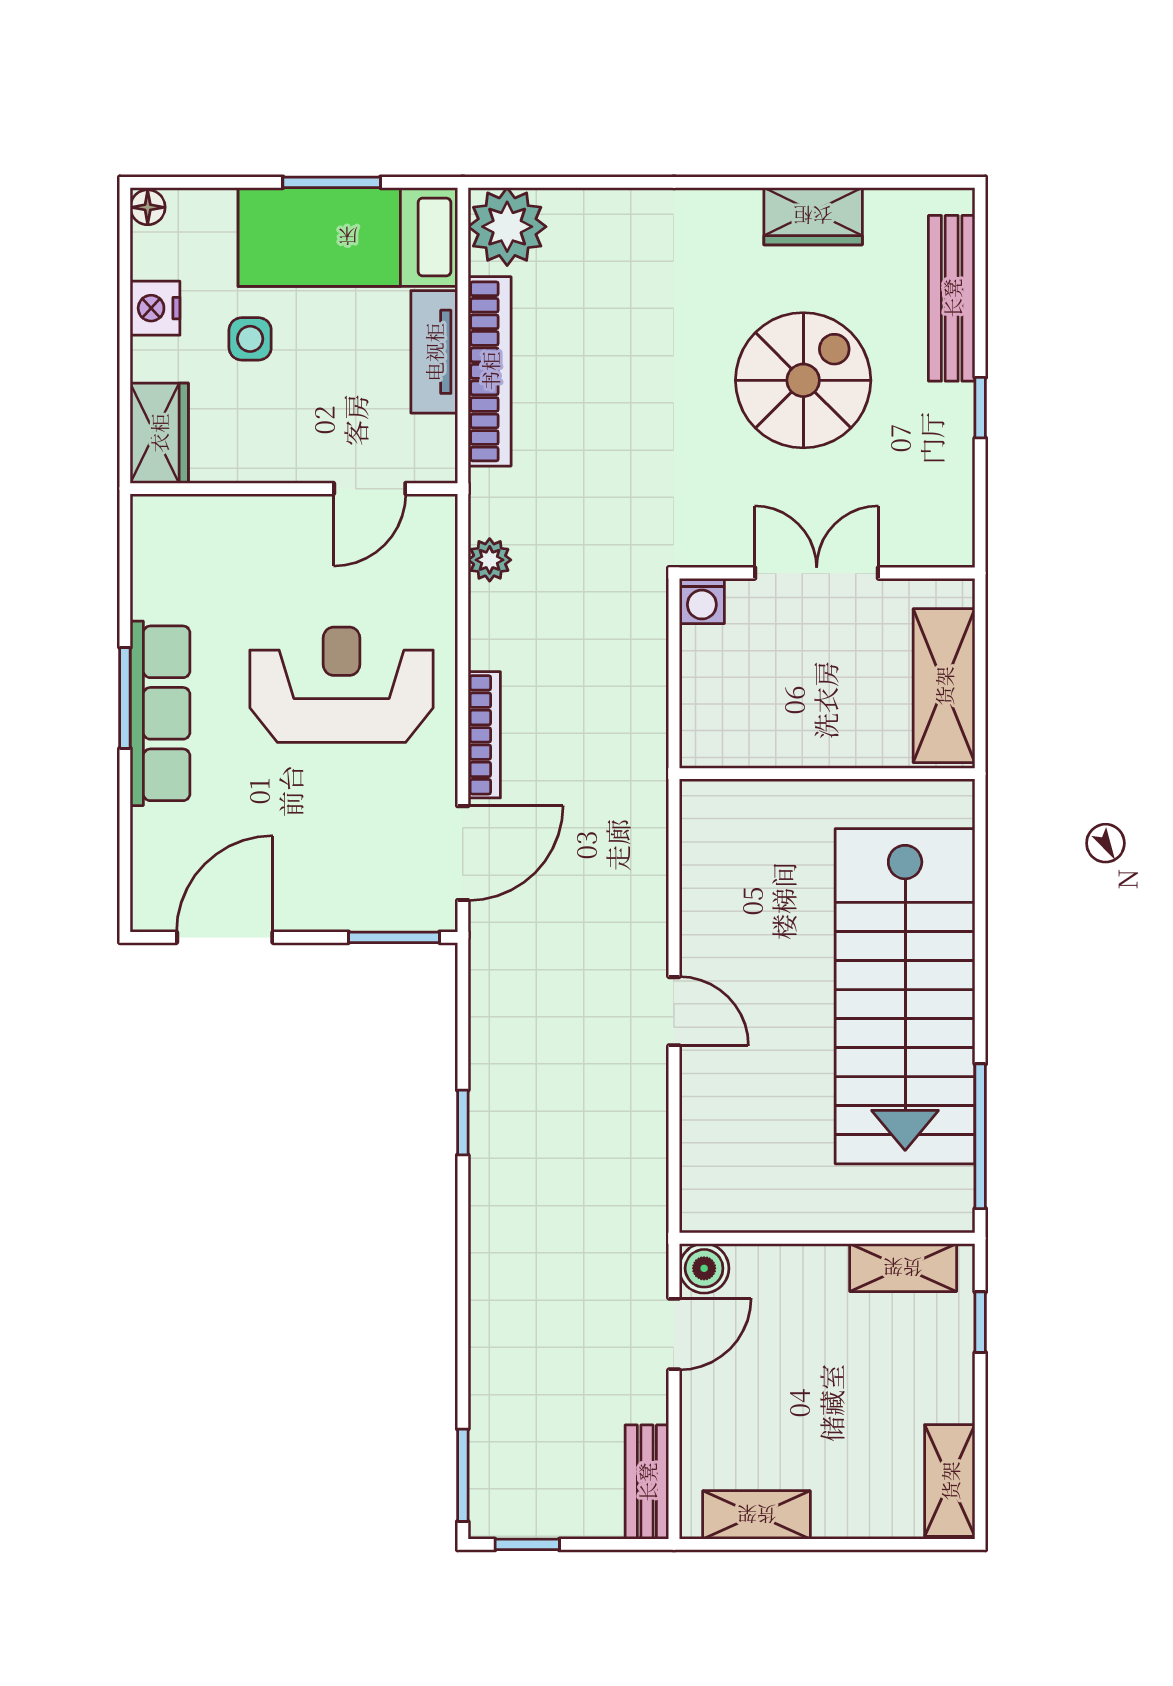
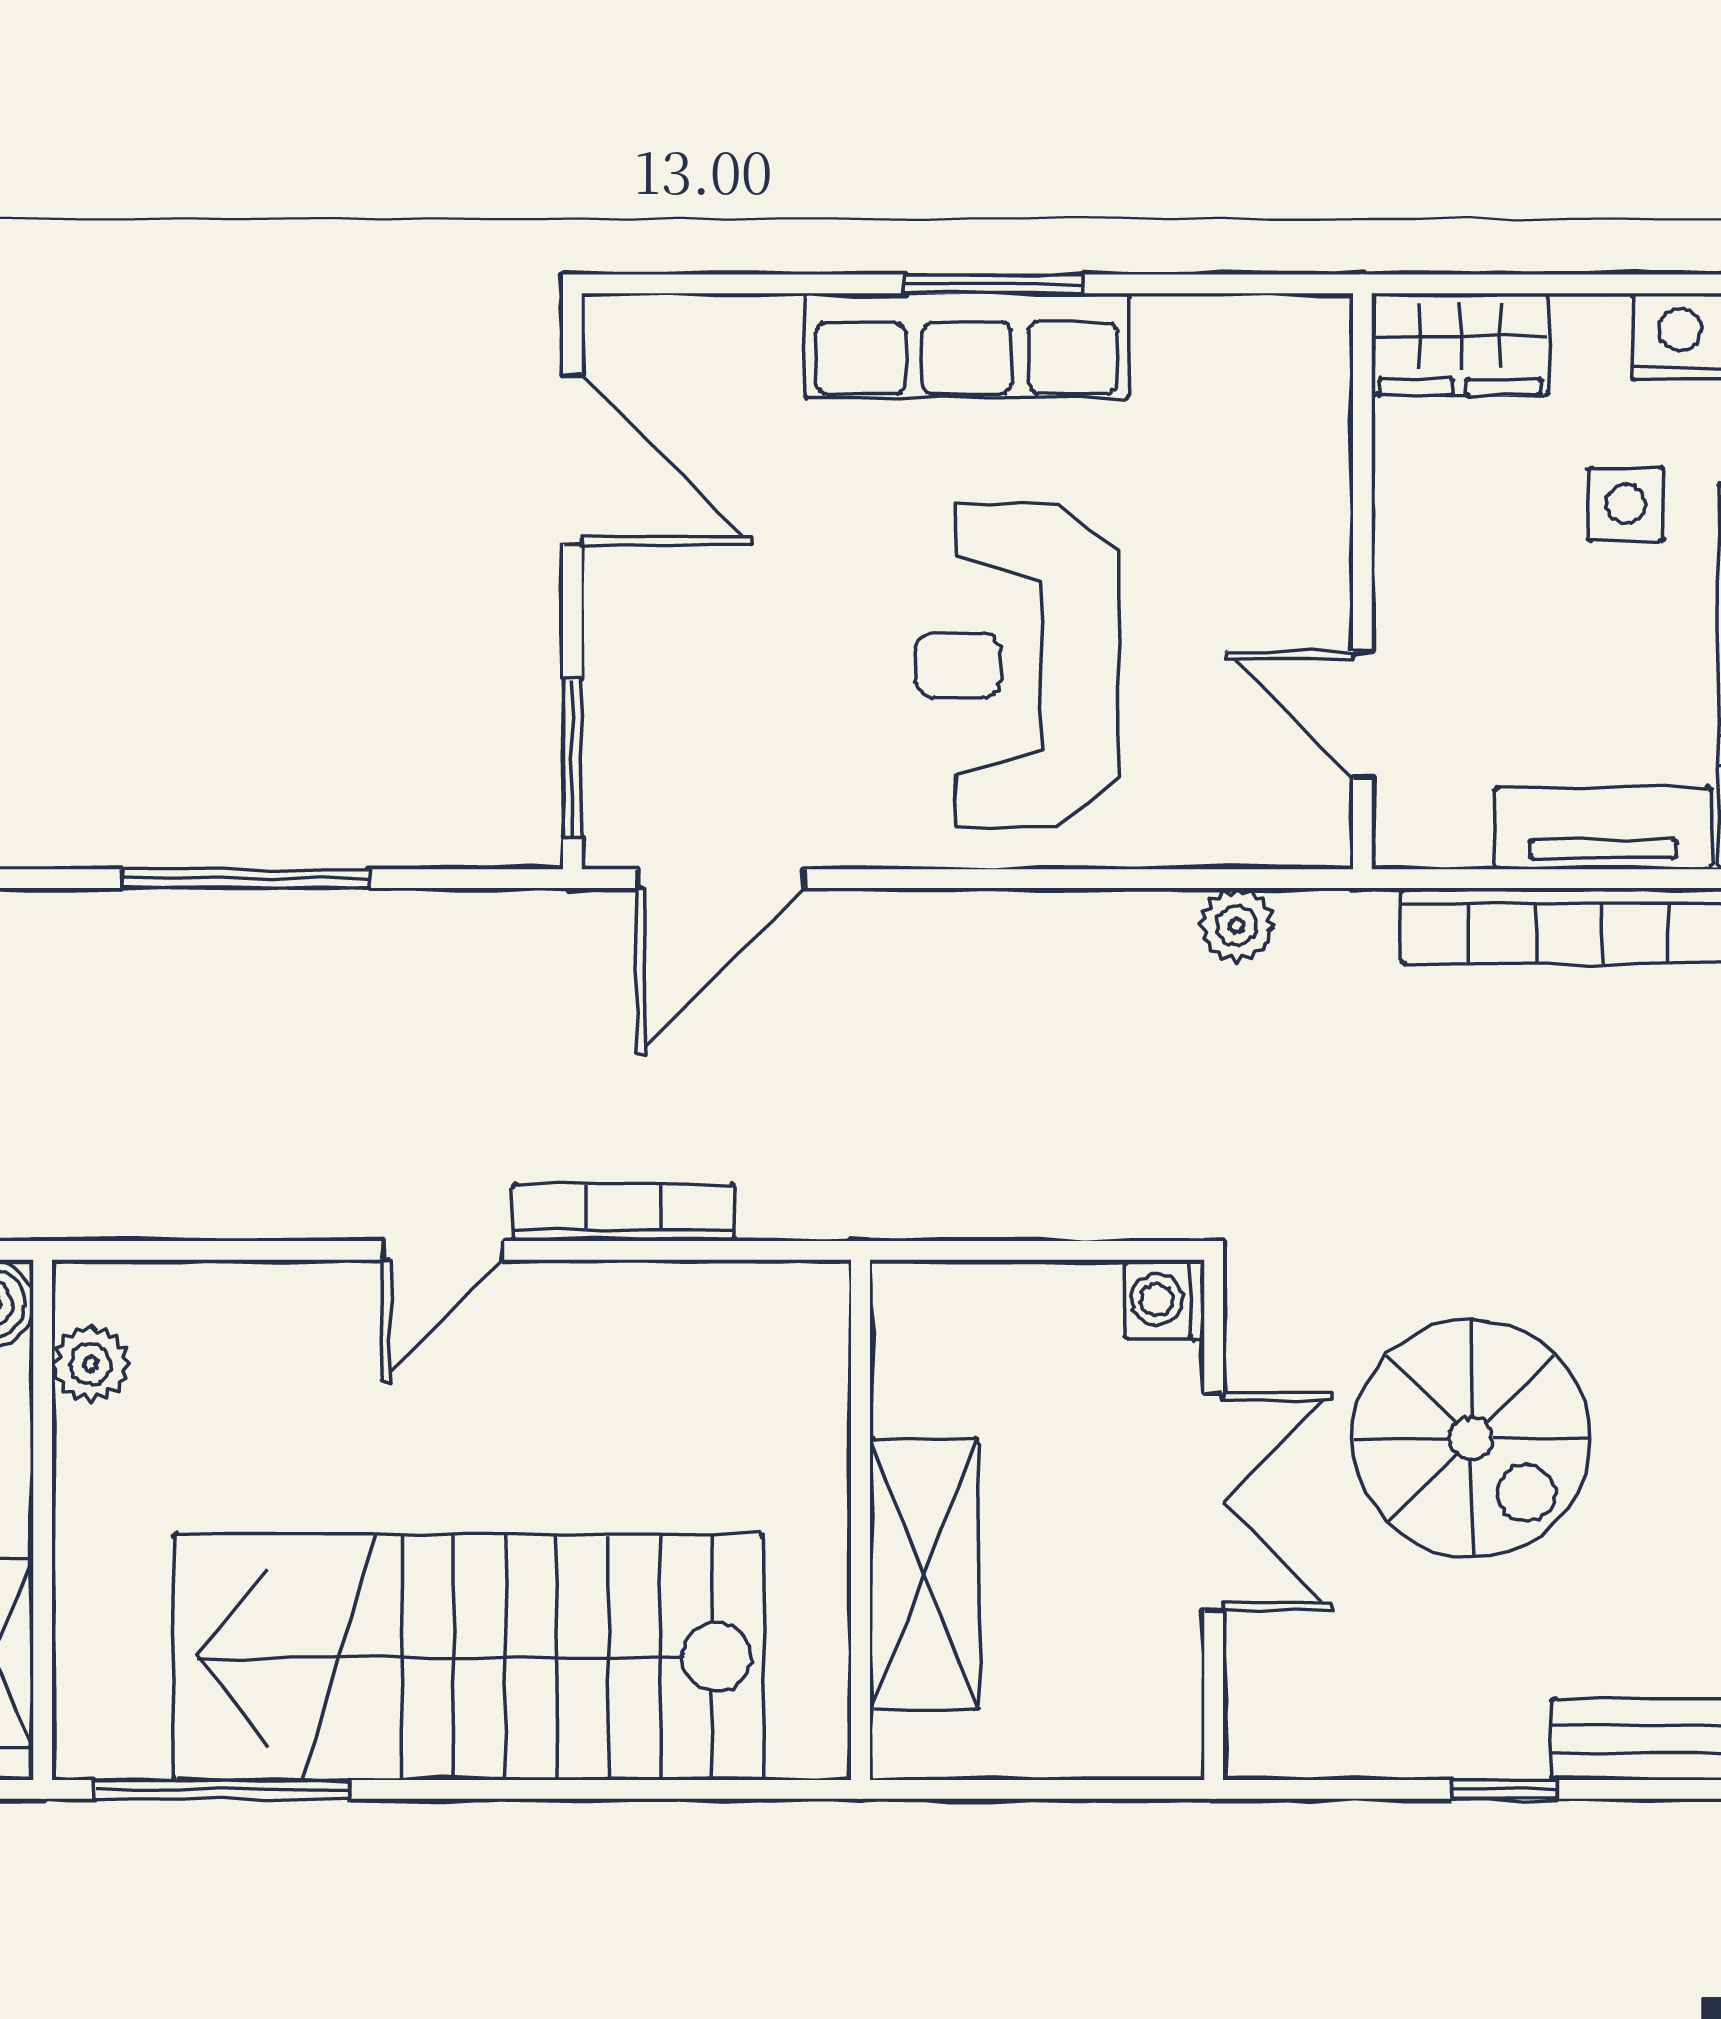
spiral stairs: (803, 380) -> (1471, 1438), moved
reception desk: (342, 685) -> (1017, 665), turned 180
shelving: (944, 686) -> (924, 1574), moved, turned 90
bookcase: (484, 735) -> (624, 1213), moved, turned 180
door: (463, 853) -> (721, 879), hinge flipped
window: (463, 1123) -> (246, 879), width x2.17
plant: (739, 1211) -> (91, 1364), added

